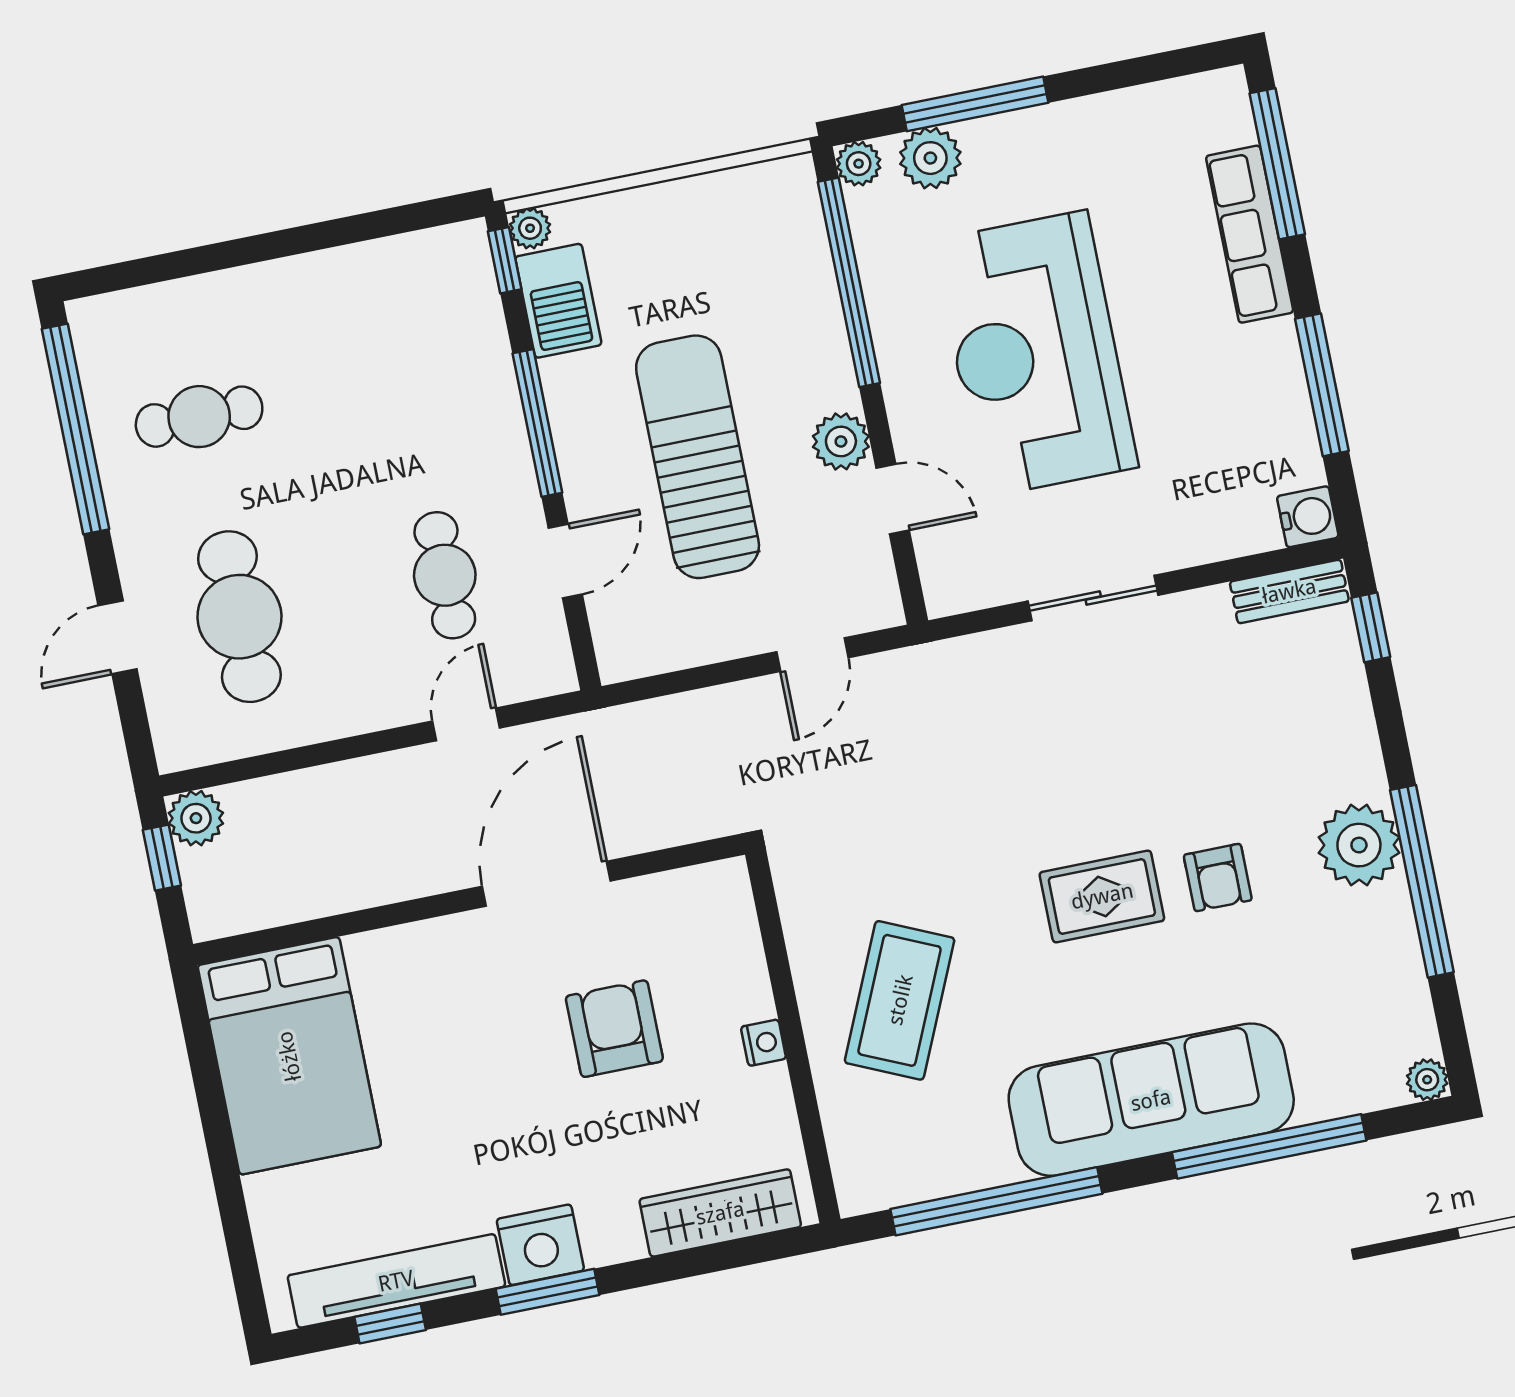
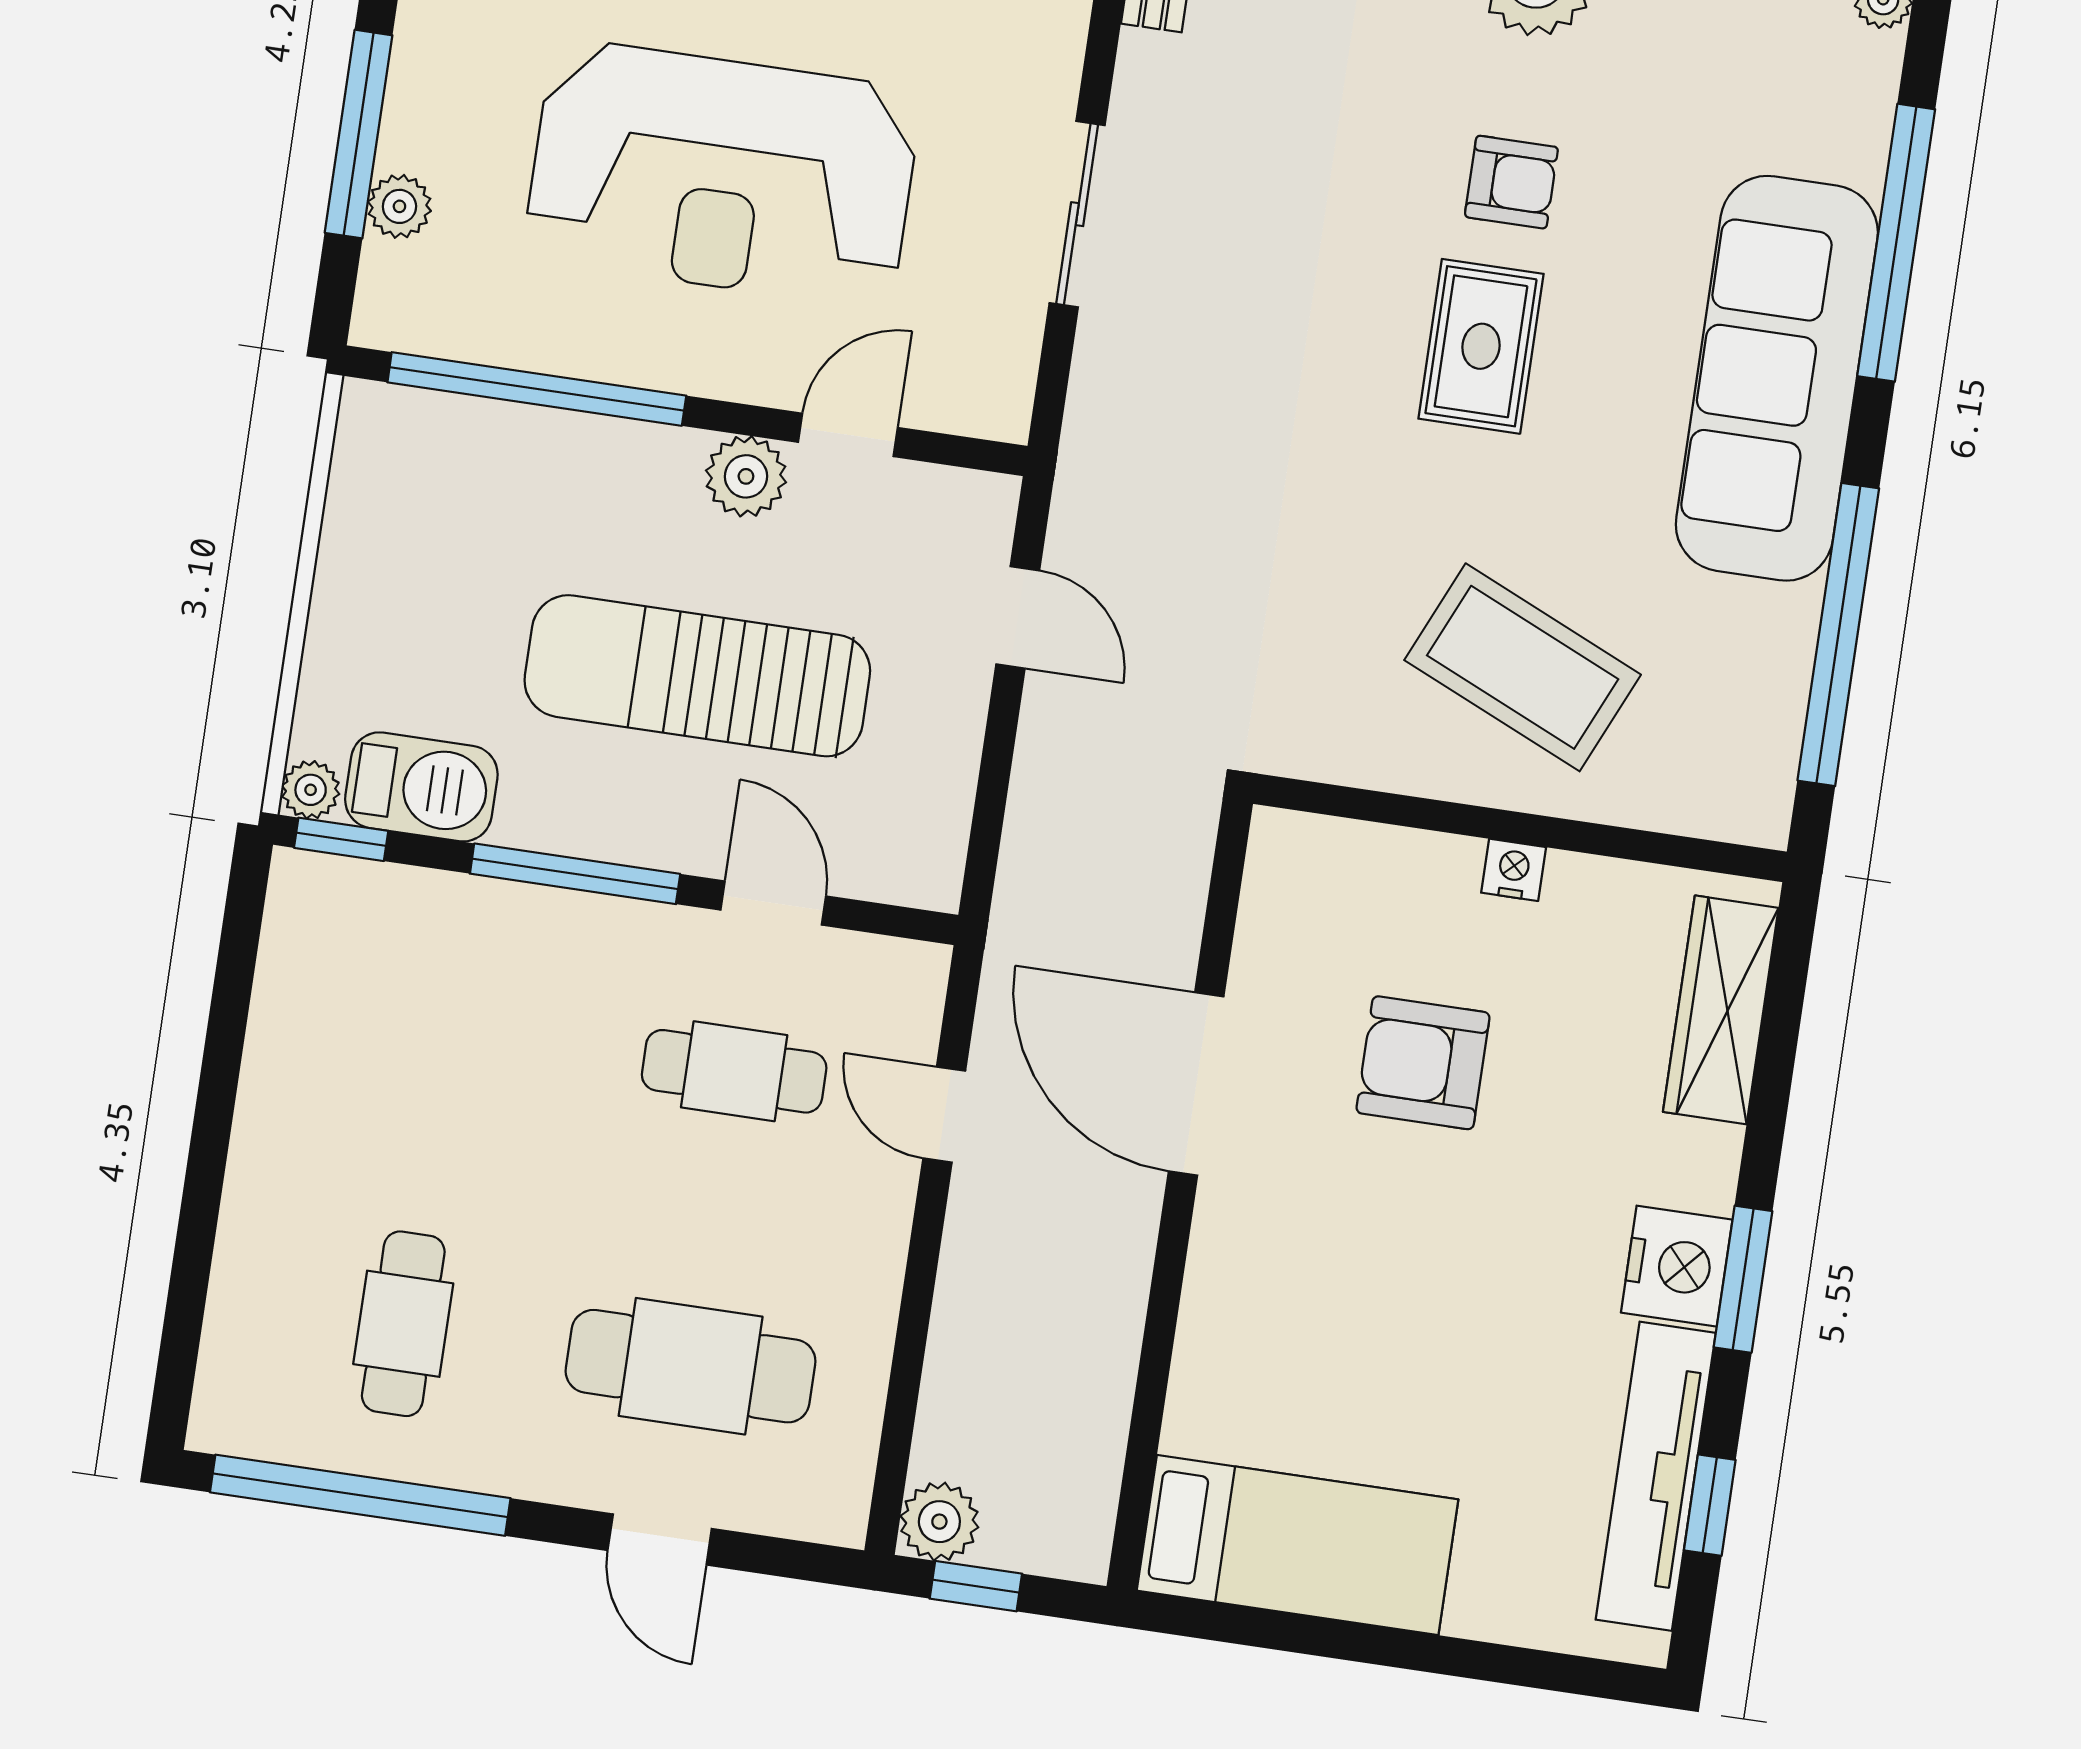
plant: (930, 158) -> (399, 206), width x0.73, depth x0.73
plant: (859, 164) -> (382, 319), removed
bed: (289, 1056) -> (1298, 1545), width x0.67

